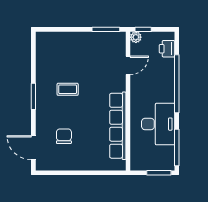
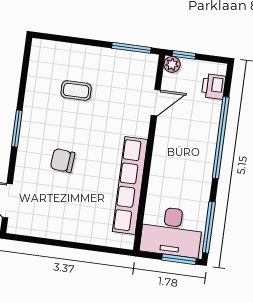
coffee table: (68, 89) -> (76, 91), moved
desk: (158, 124) -> (172, 232), moved, turned 90
chair: (64, 136) -> (63, 160), moved, turned -85

